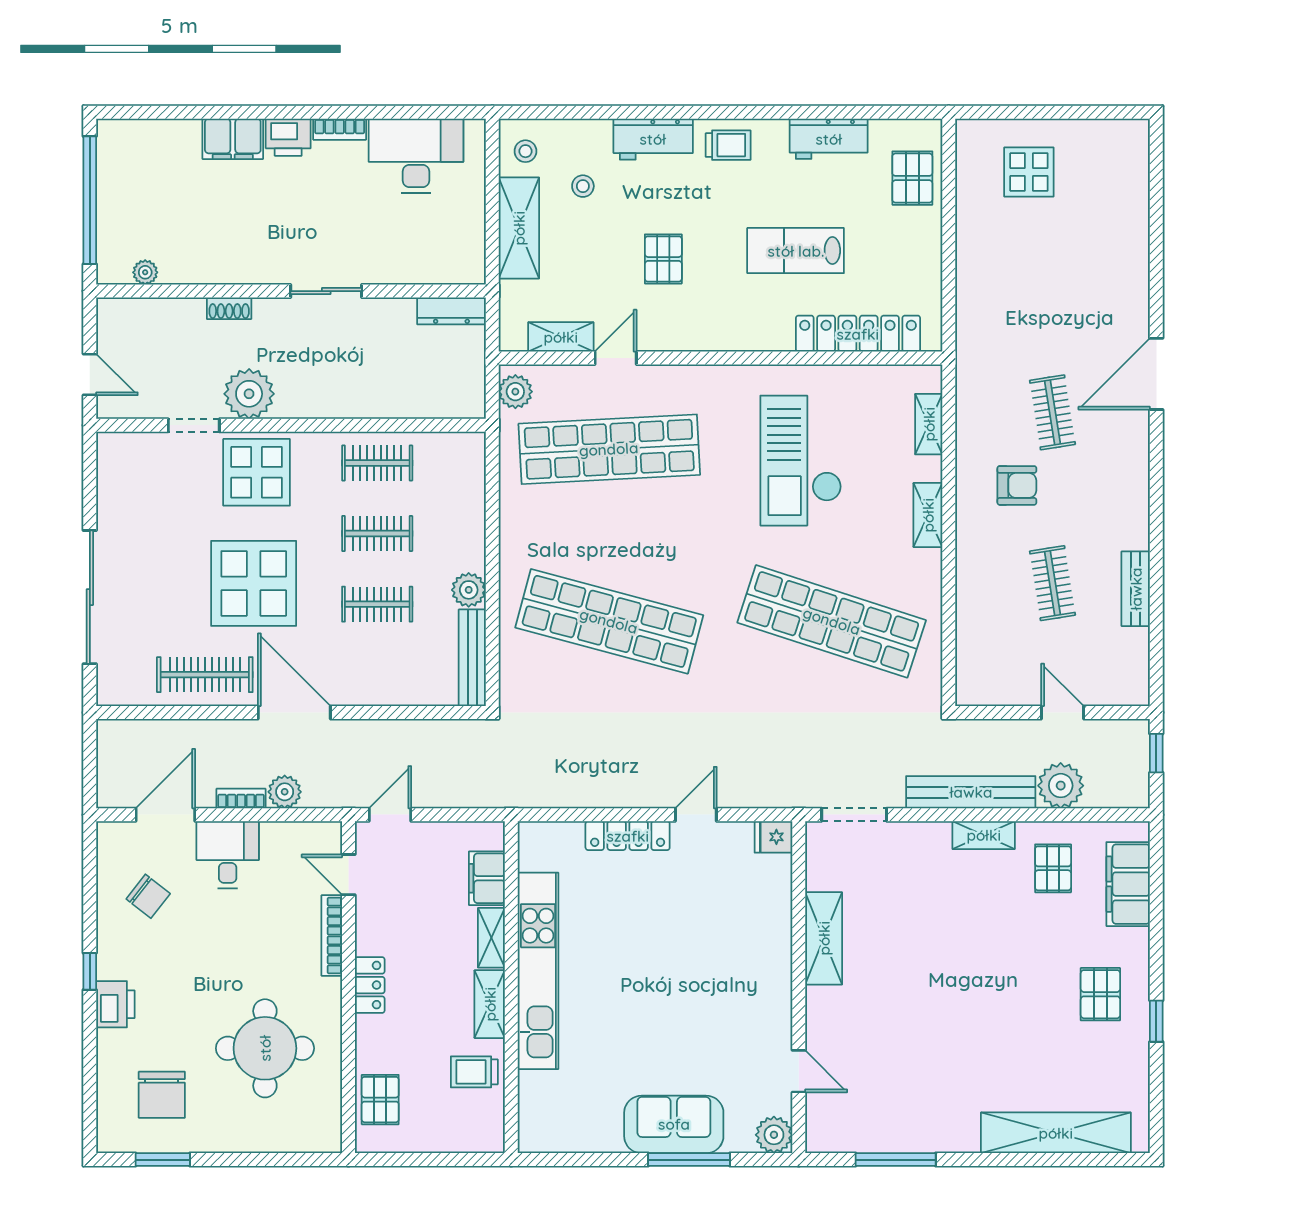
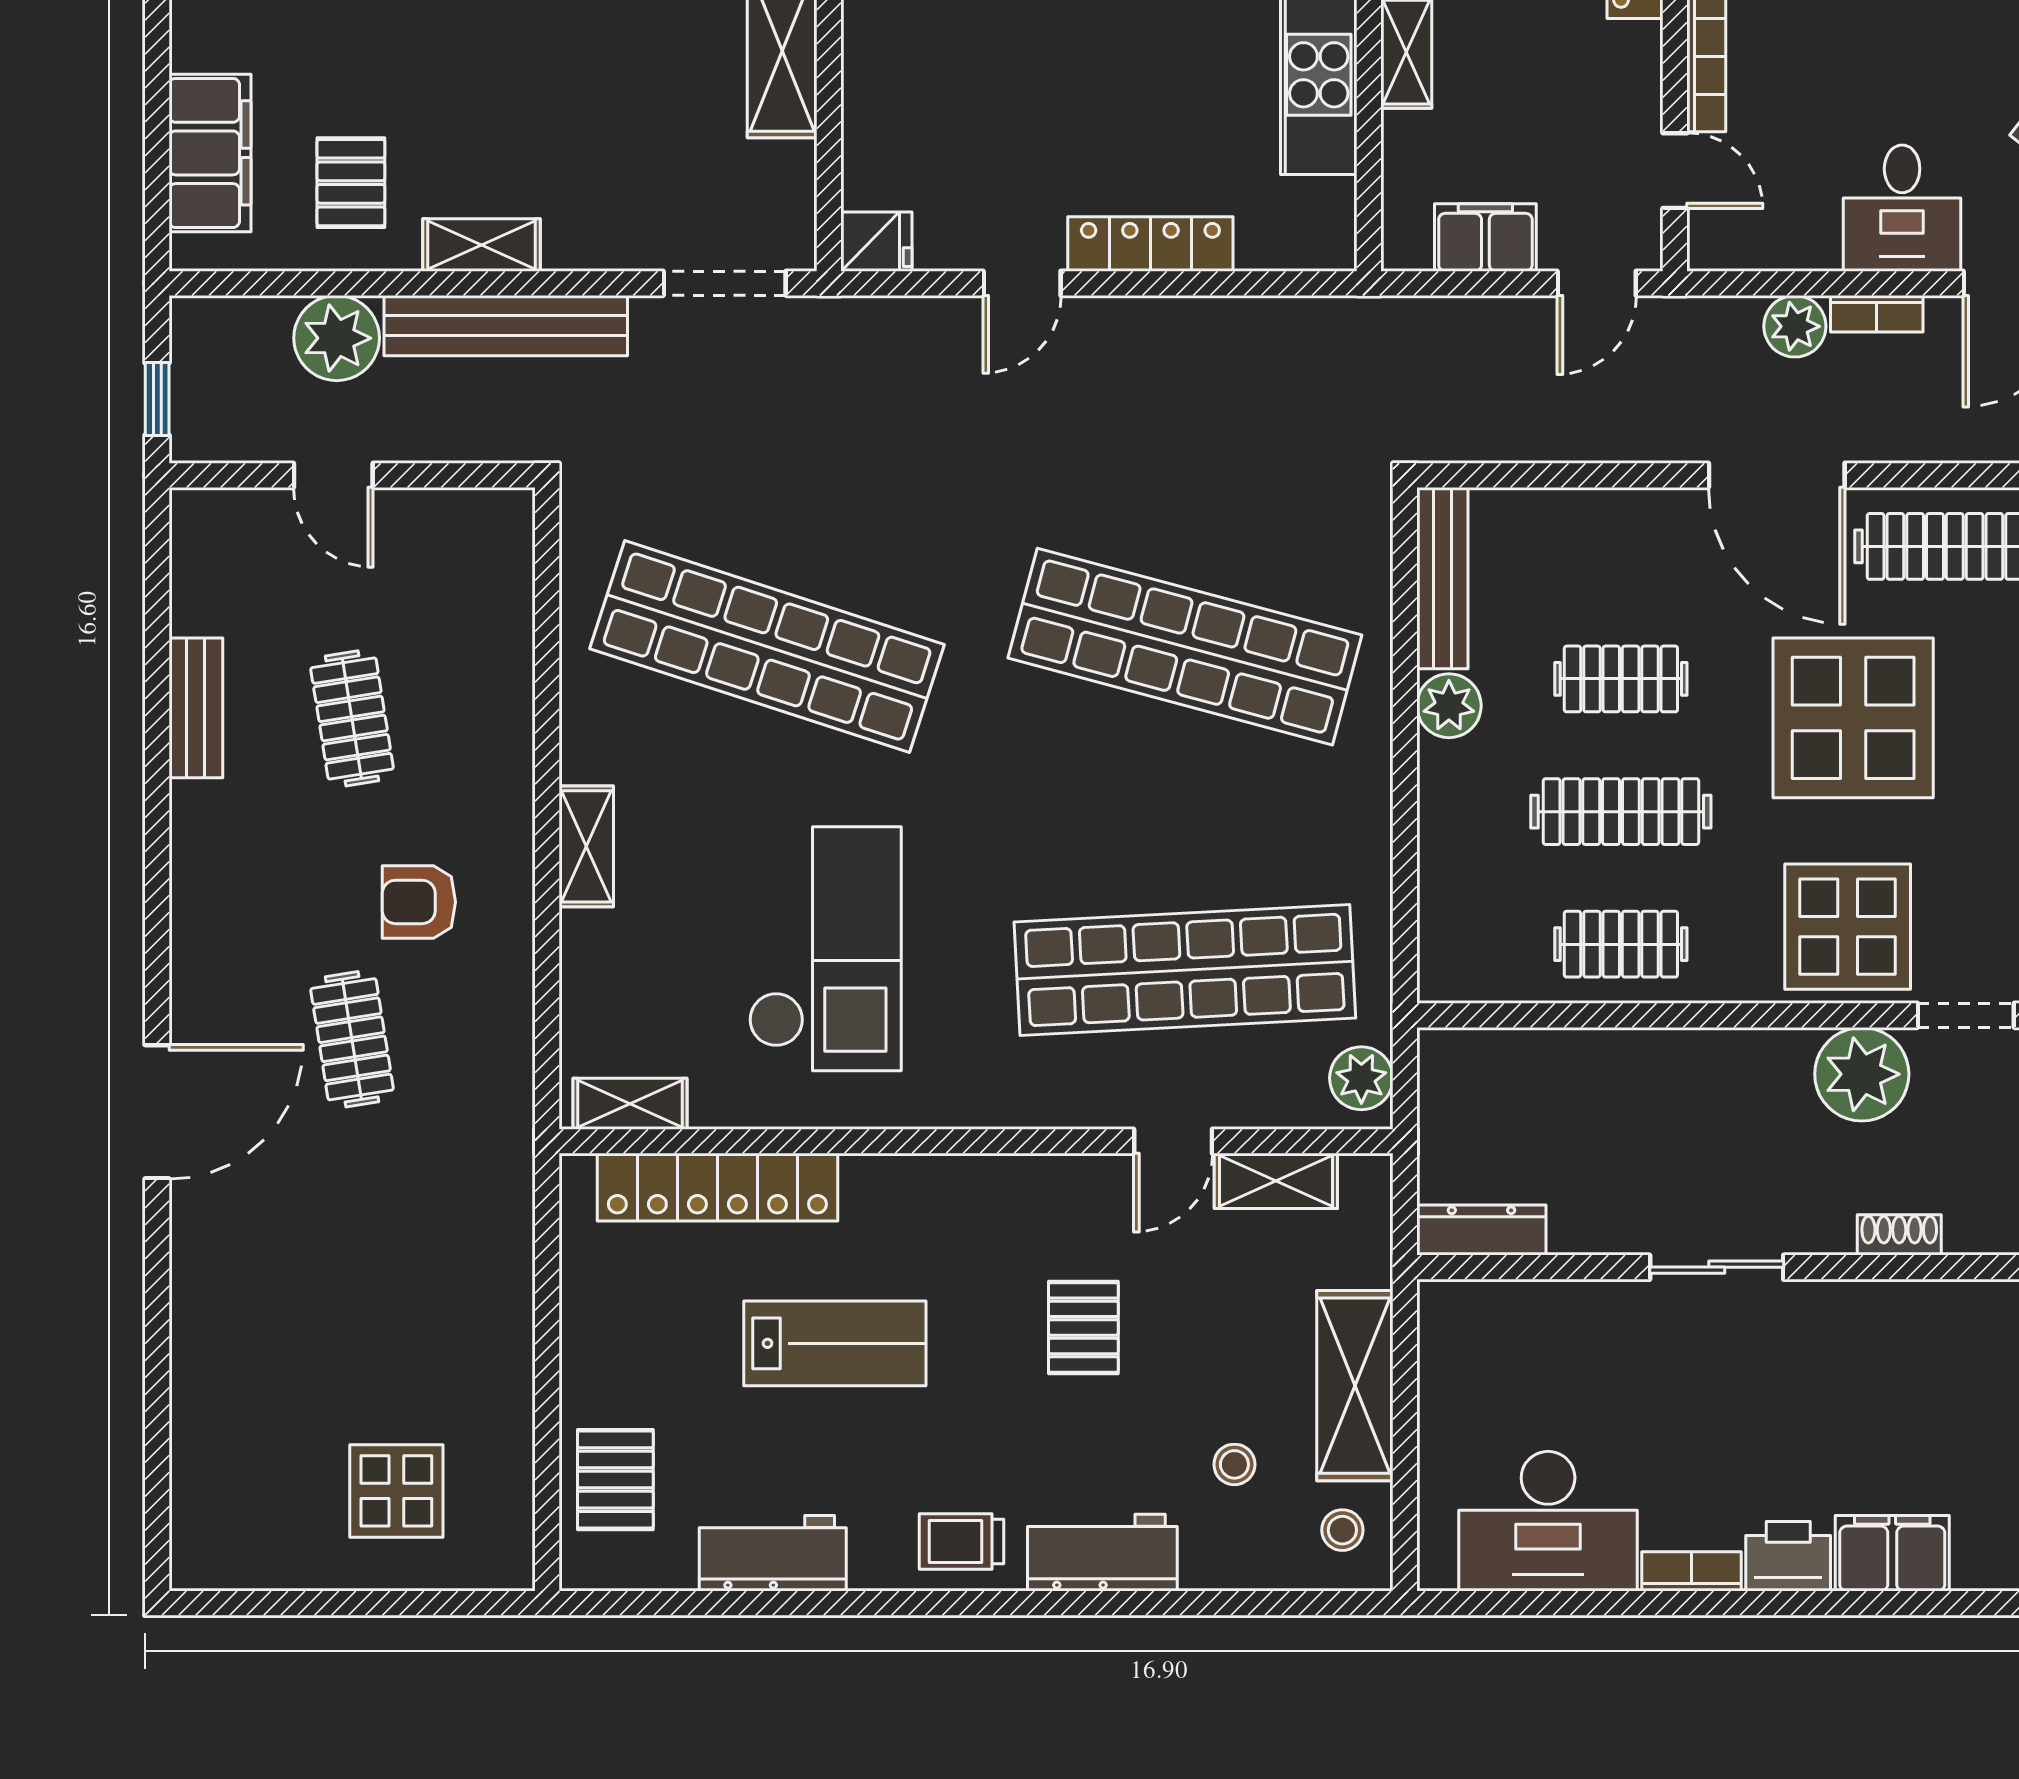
shelving: (929, 424) -> (630, 1104), moved, turned 90
clothes rail: (377, 534) -> (1621, 812), width x1.36
filing cabinet: (487, 878) -> (1485, 238), moved, turned -90

